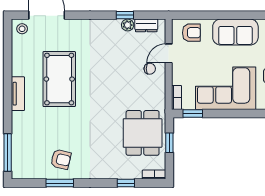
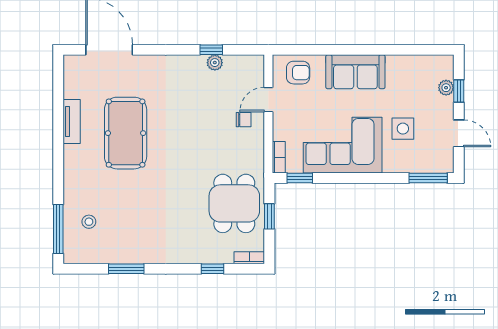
dresser: (146, 25) -> (239, 63), removed
stool: (22, 29) -> (89, 222), moved
tv unit: (18, 94) -> (72, 122), moved
armchair: (61, 159) -> (128, 238), removed

